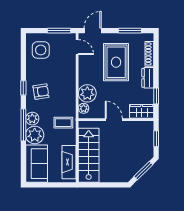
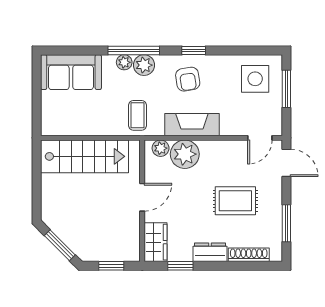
window: (59, 31) -> (286, 89), moved
rug: (116, 62) -> (235, 201), width x0.73, depth x0.70
plant: (35, 135) -> (124, 62), width x0.53, depth x0.53
fireplace: (69, 162) -> (192, 125), moved

